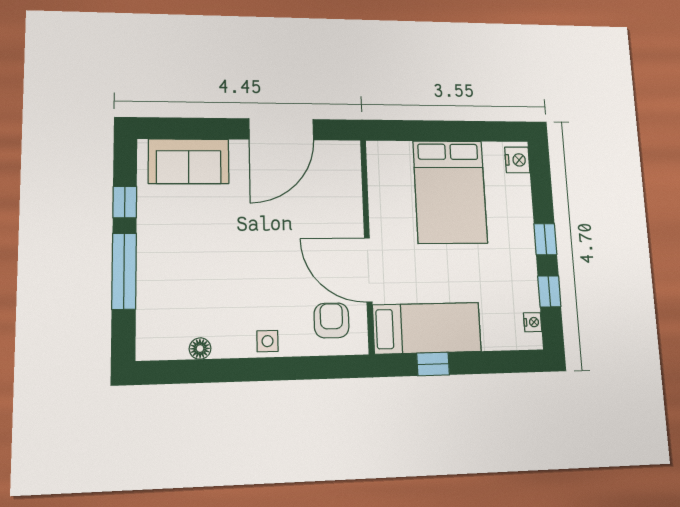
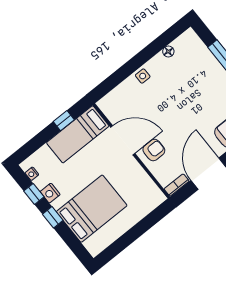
bookcase: (339, 149) -> (177, 185), added
nightstand: (517, 160) -> (50, 193), moved
bed: (450, 192) -> (92, 209), moved, turned 90
armchair: (331, 320) -> (154, 150), moved, turned -90

